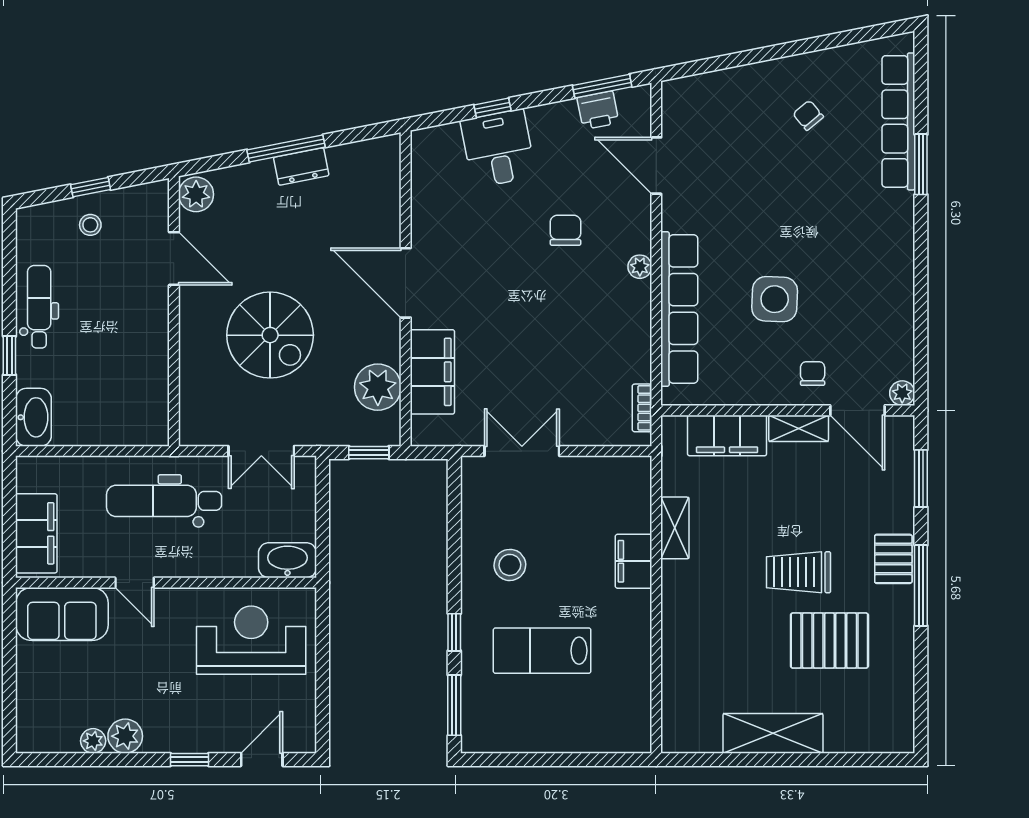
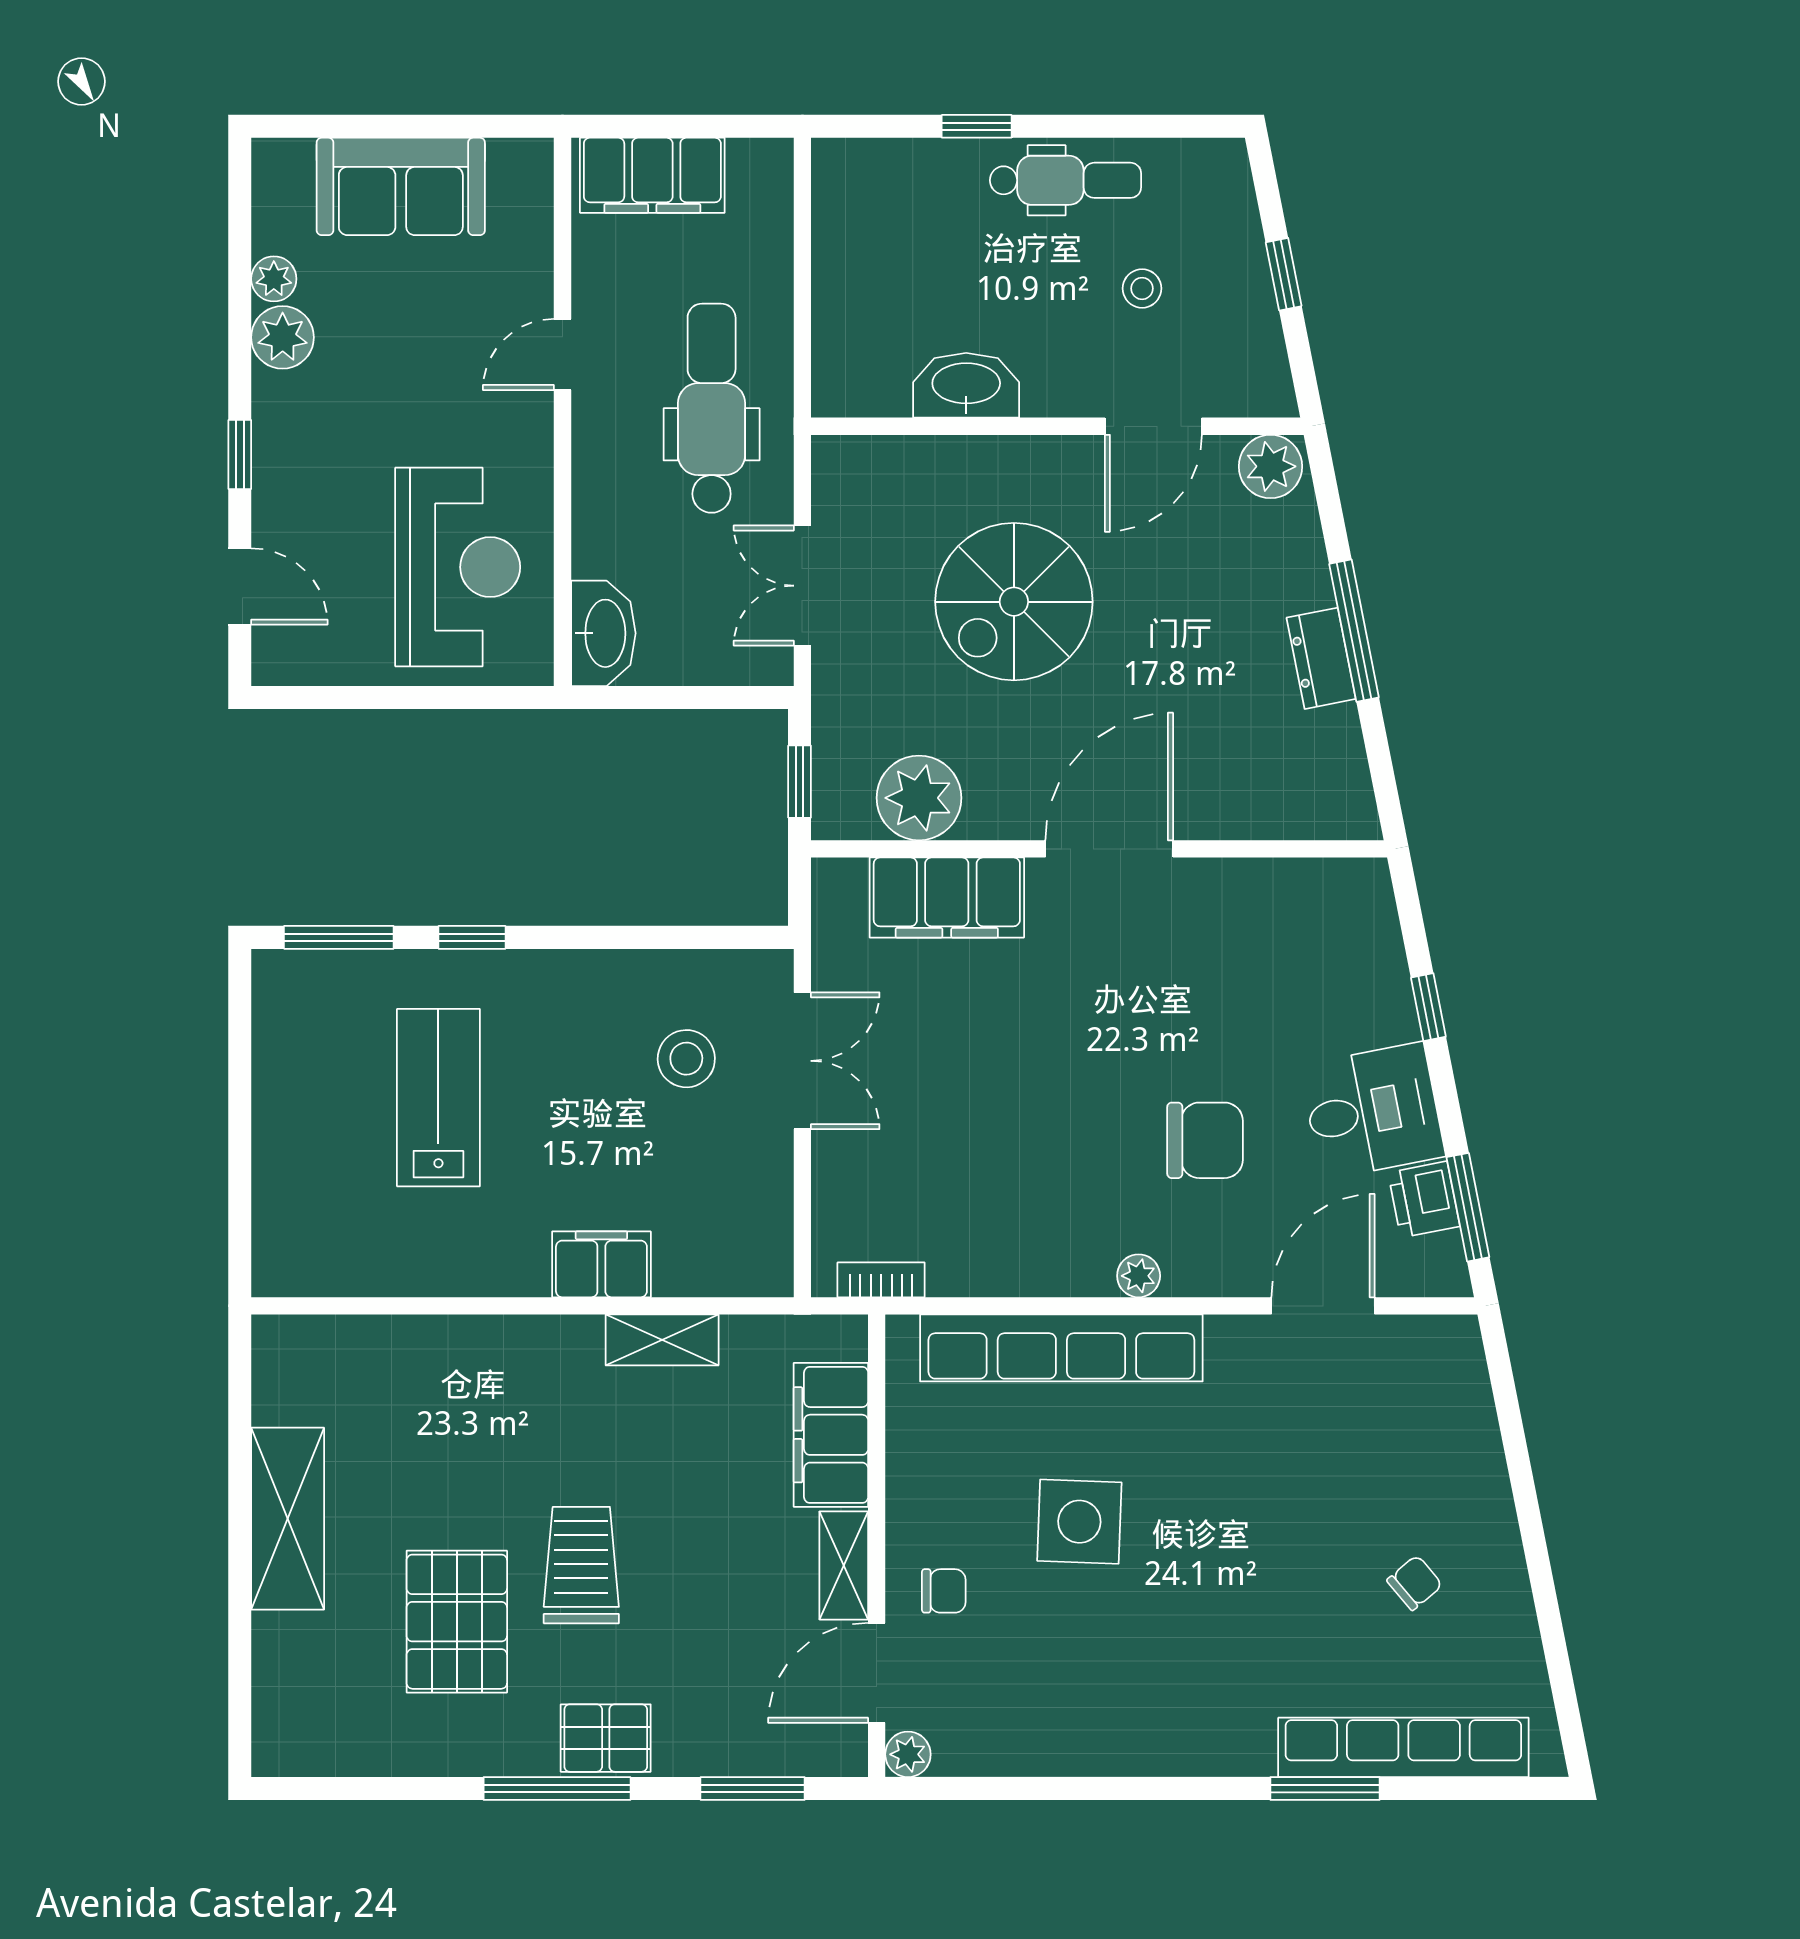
desk: (498, 149) -> (1373, 1111), moved
stool: (90, 225) -> (1142, 288), moved
chair: (566, 230) -> (1205, 1140), width x1.37, depth x1.37
washbasin: (33, 417) -> (966, 385), moved, turned 180
stool: (510, 565) -> (686, 1059), moved
sofa: (62, 614) -> (401, 186), moved, turned -90

